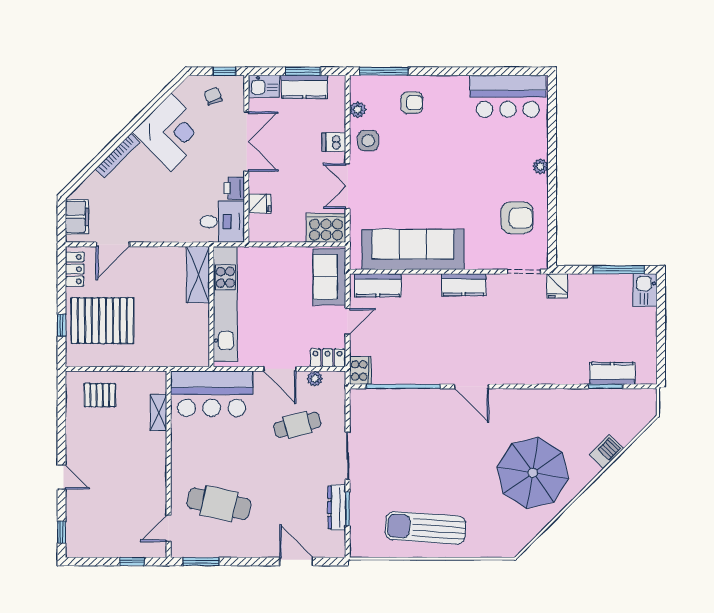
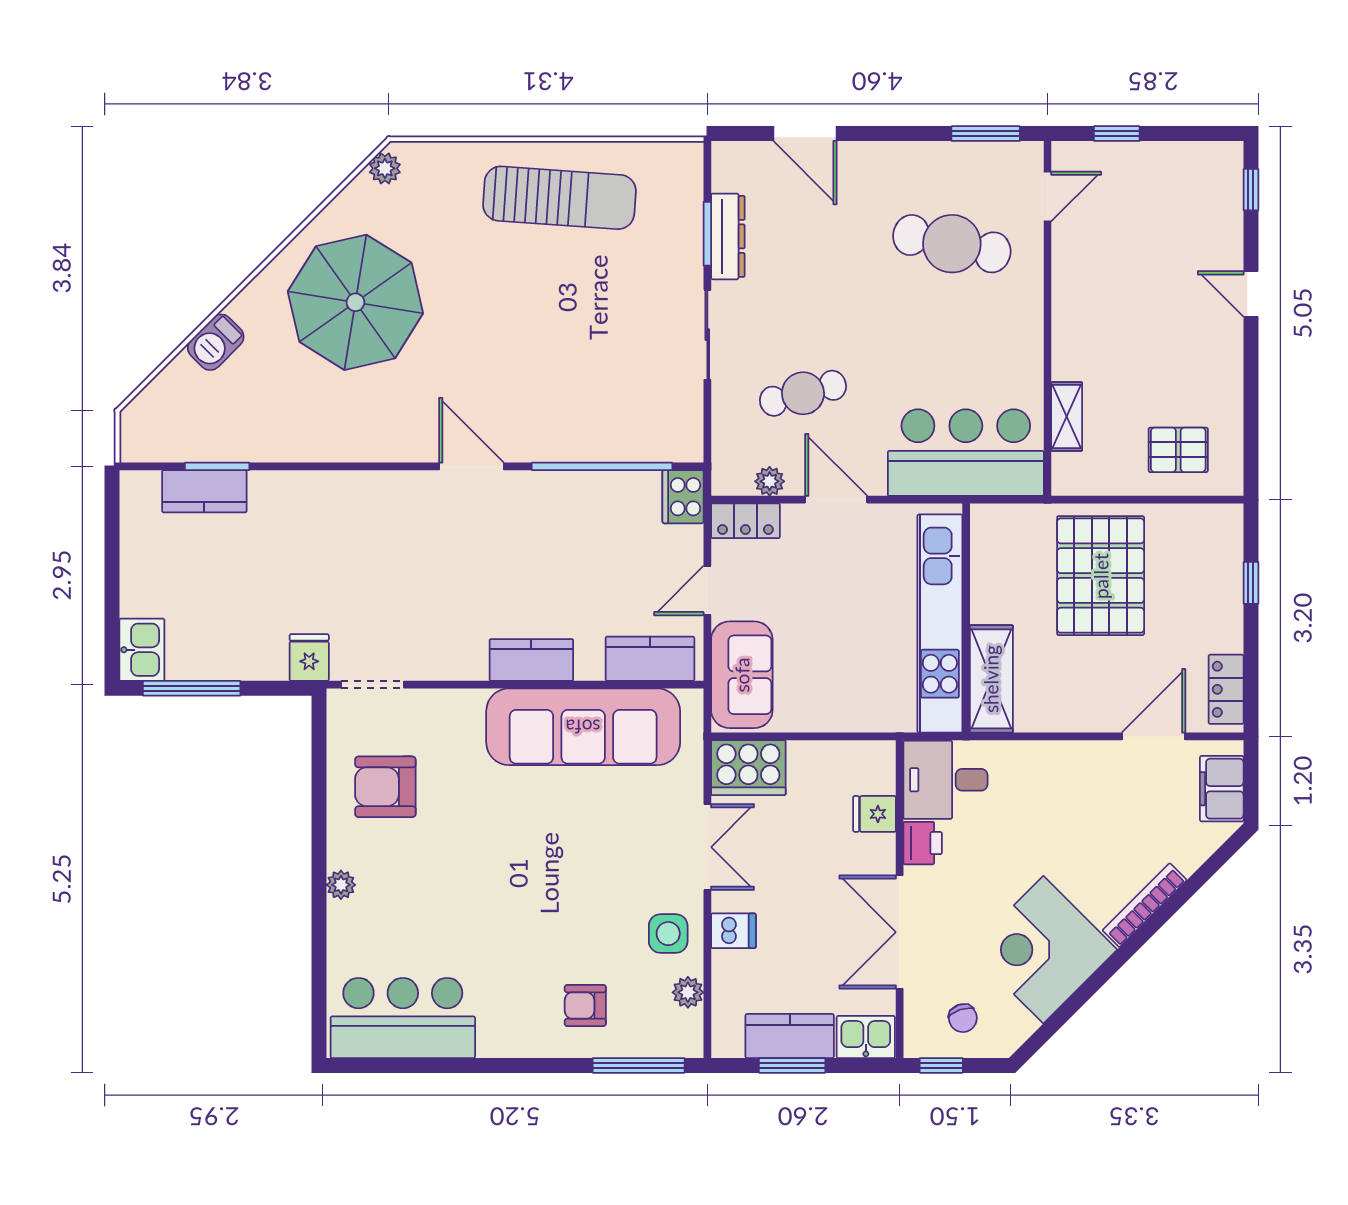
kitchen counter: (464, 285) -> (531, 660), moved
pallet: (102, 321) -> (1101, 576), moved, turned 90
plant: (517, 543) -> (385, 168), added

